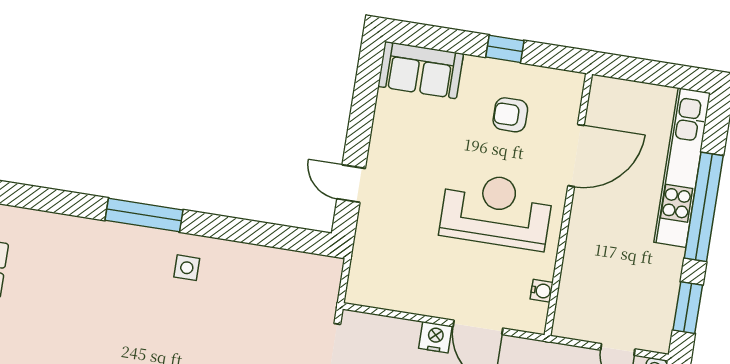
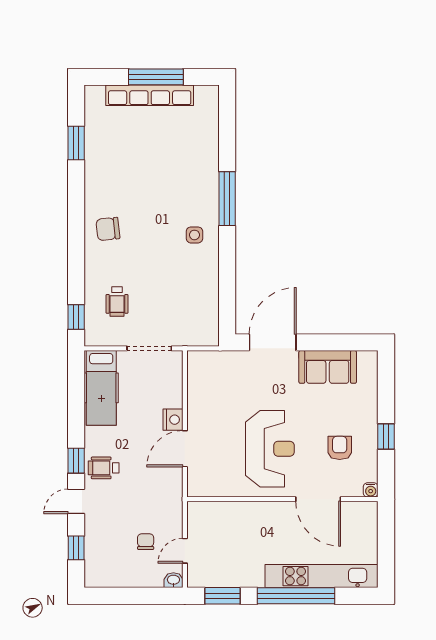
sofa: (421, 70) -> (328, 367), moved, turned -90
door: (351, 184) -> (273, 342), width x1.88
water cooler: (542, 291) -> (371, 490), moved

